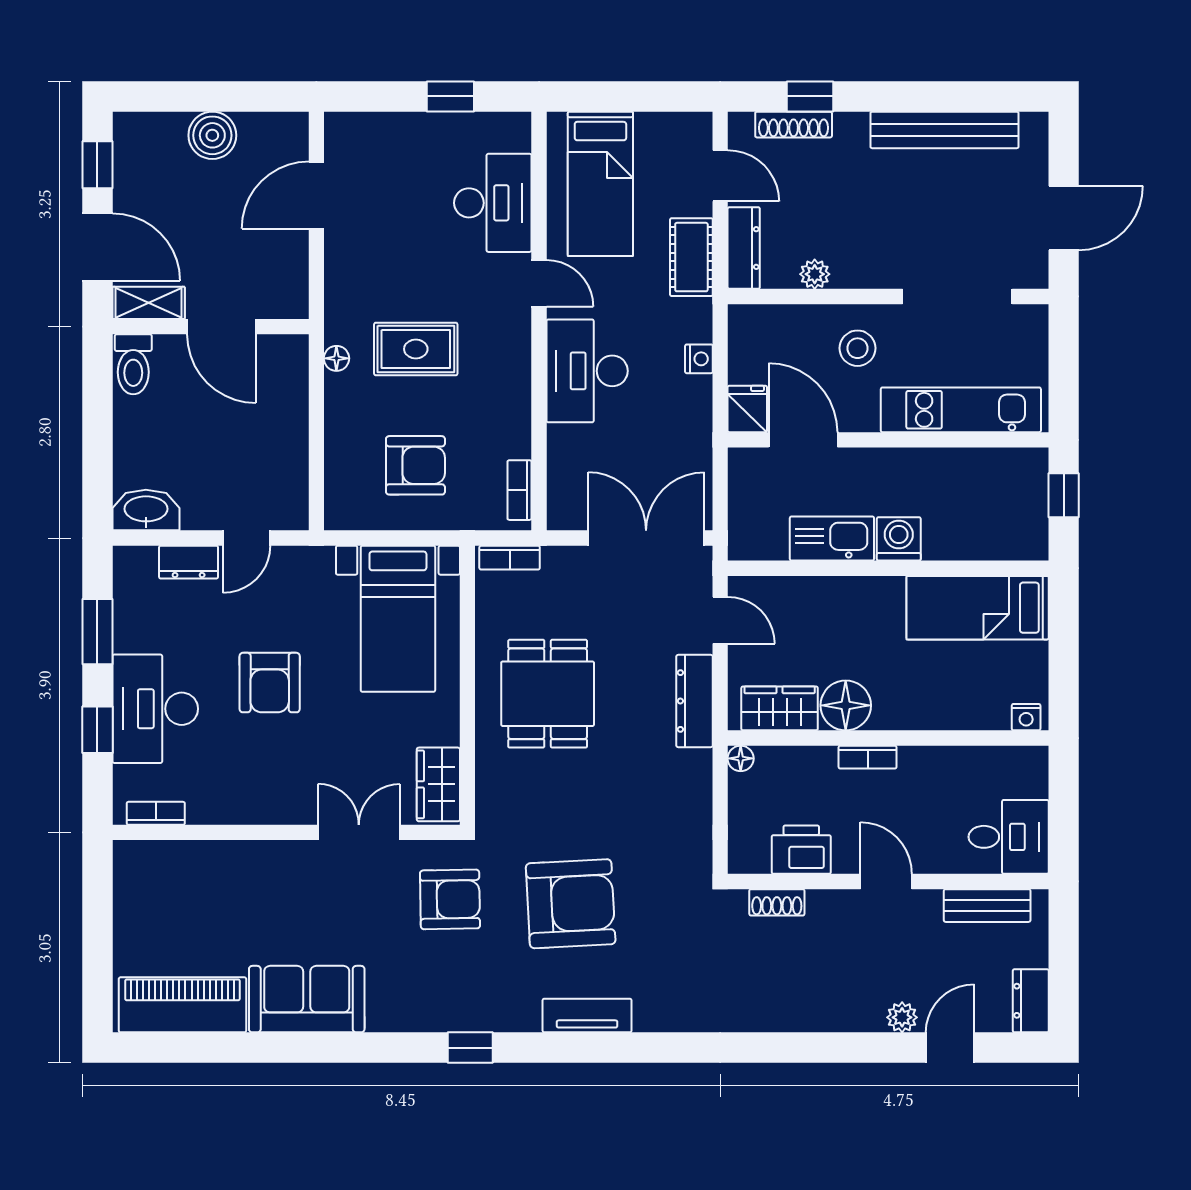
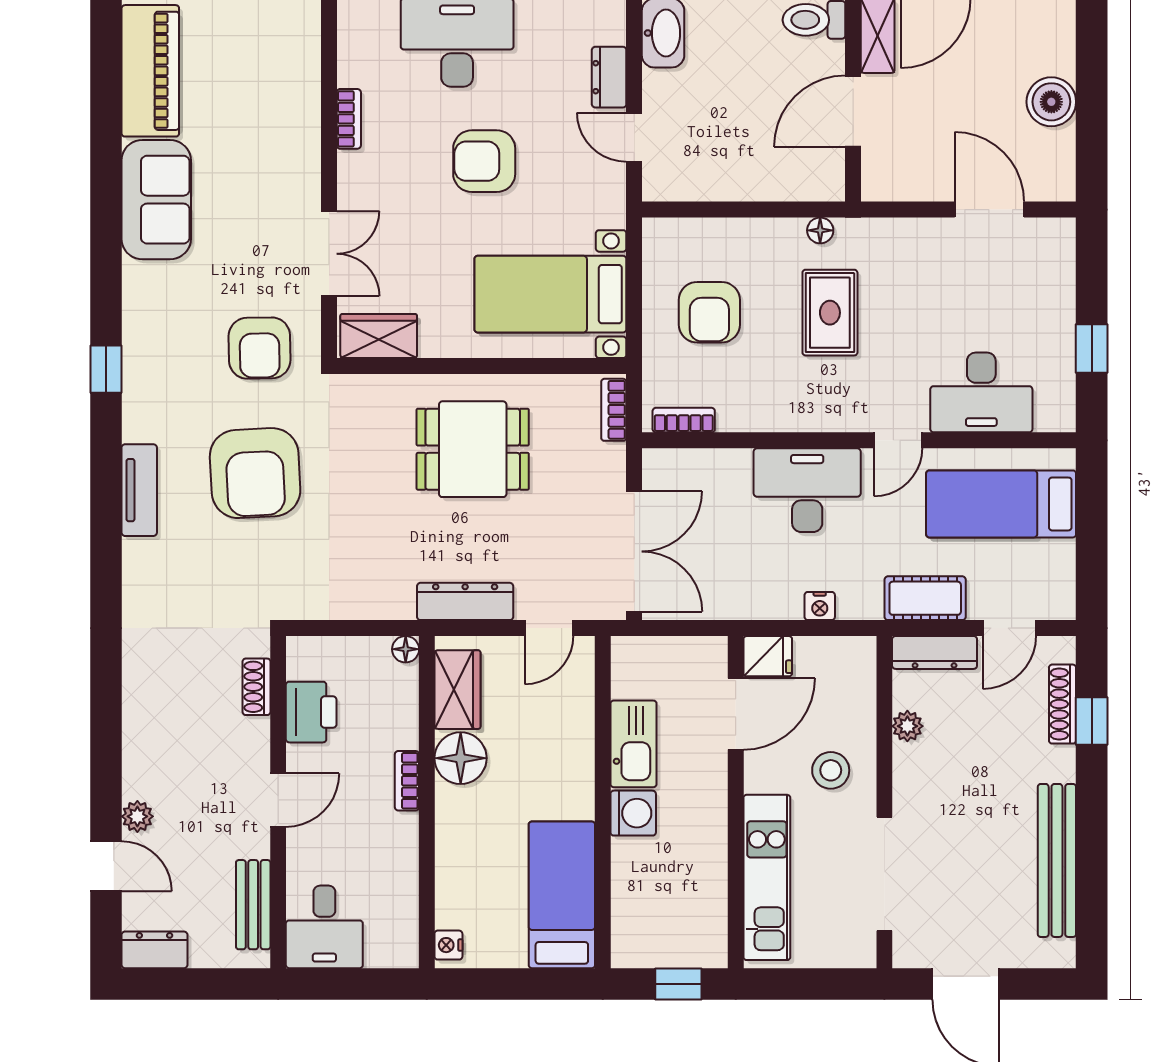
bookcase: (156, 813) -> (349, 119), moved

